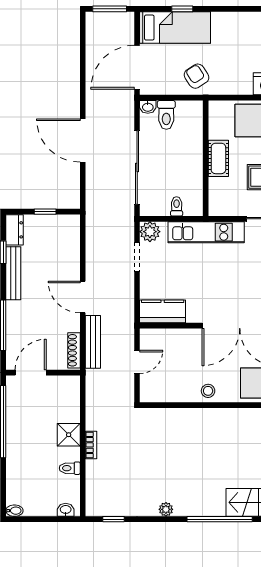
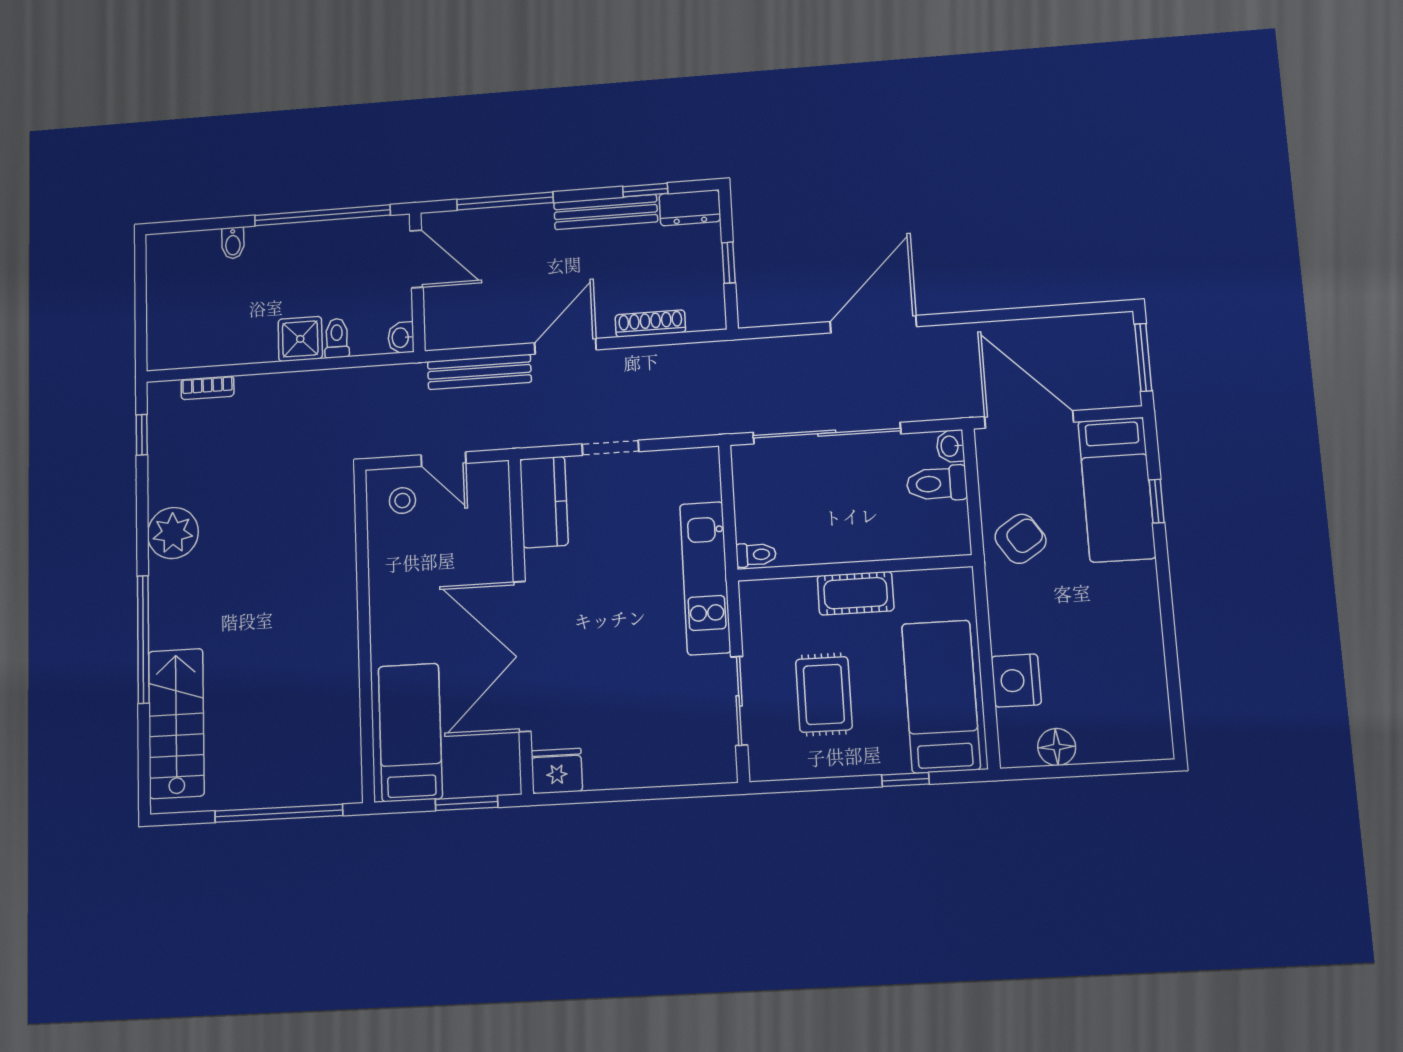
toilet: (177, 206) -> (756, 555), moved
plant: (150, 232) -> (700, 467), removed
doorway: (137, 257) -> (610, 448), moved
shoe rack: (74, 350) -> (650, 324), moved
stool: (208, 391) -> (402, 501), moved
bookcase: (91, 445) -> (207, 388), moved
toilet: (70, 468) -> (337, 338), moved
plant: (166, 509) -> (173, 533), width x1.88, depth x1.88
washbasin: (66, 510) -> (401, 338), moved, turned 180
bidet: (14, 511) -> (233, 243), moved

